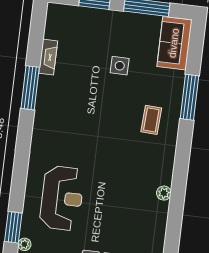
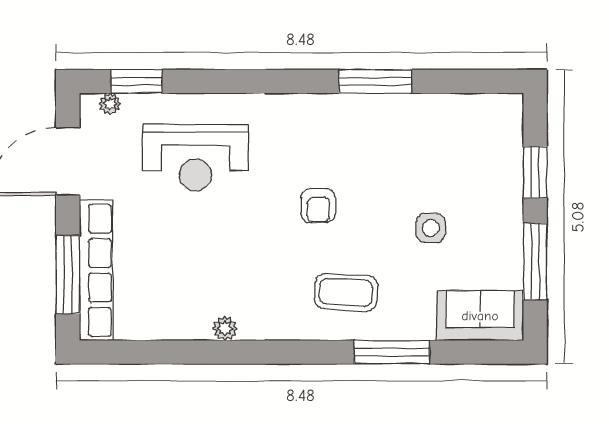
fireplace: (48, 57) -> (431, 106), removed
coffee table: (151, 120) -> (346, 292), width x1.36, depth x1.30
armchair: (99, 130) -> (318, 206), added

